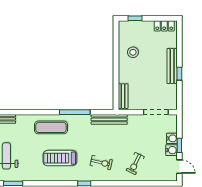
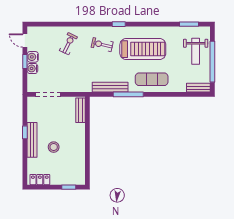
stool: (133, 52) -> (54, 147), moved
bench: (109, 119) -> (110, 87), moved
treadmill: (60, 158) -> (143, 49), width x1.37, depth x1.38

